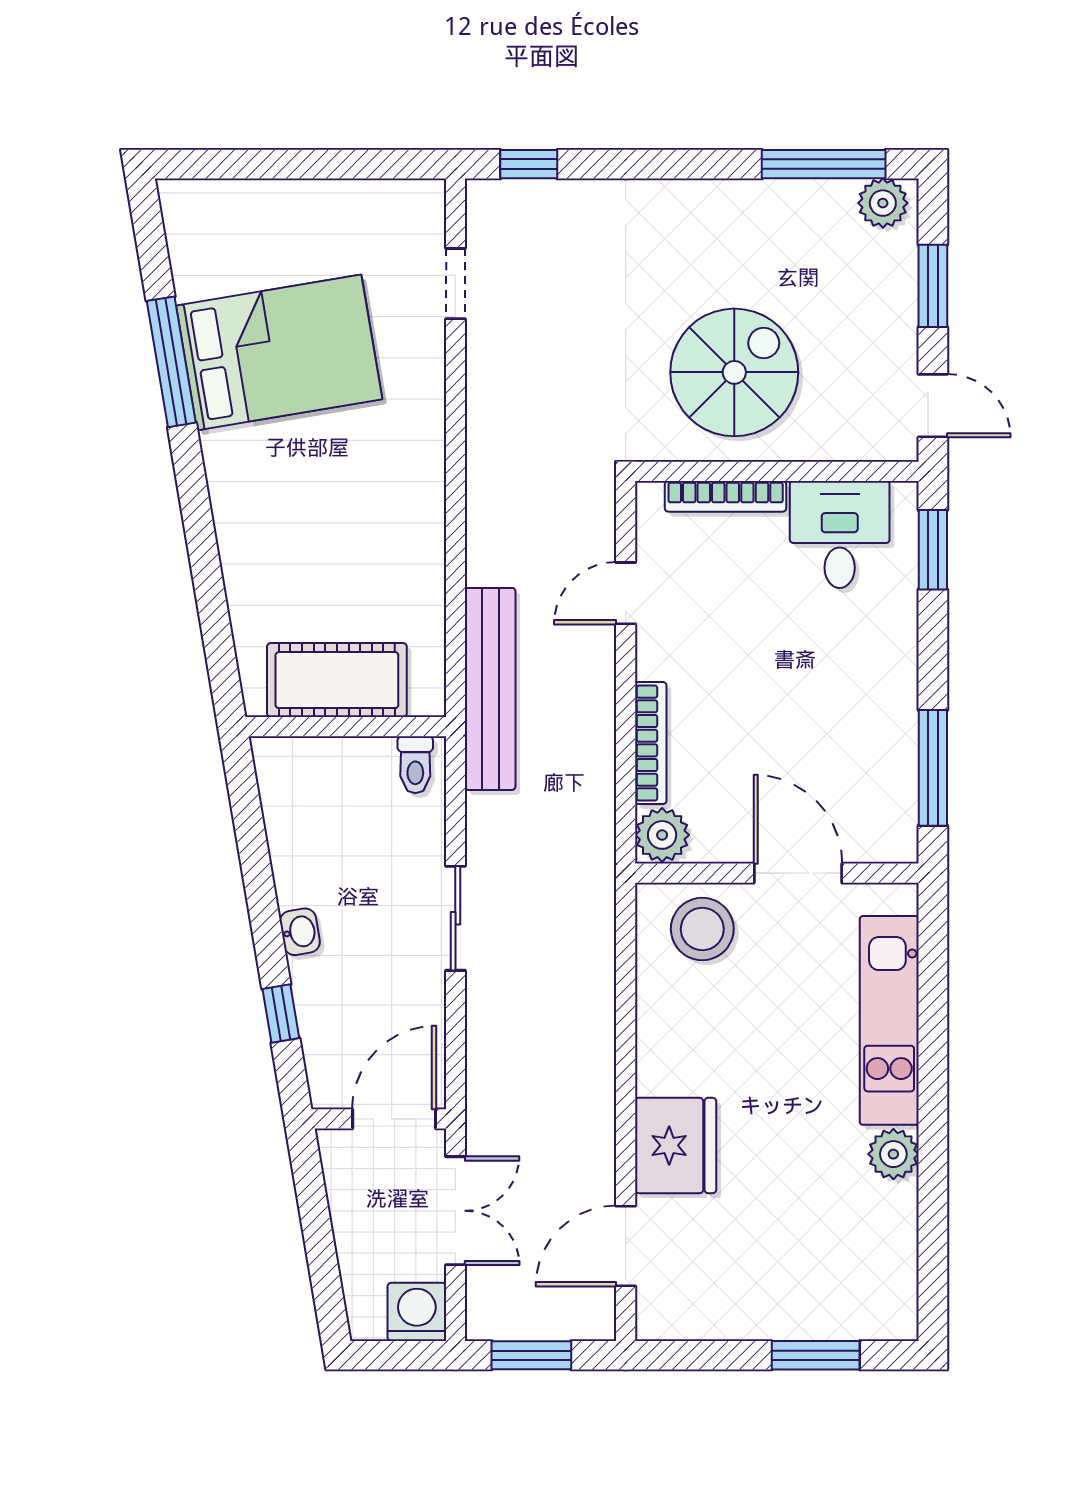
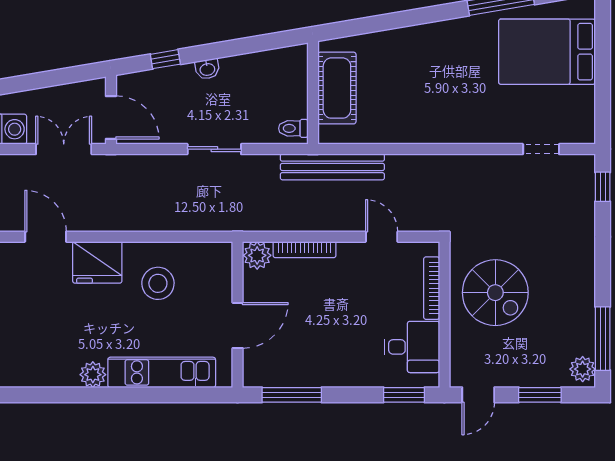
bed: (279, 352) -> (547, 52), moved, turned 100
stool: (702, 929) -> (158, 283), moved
double door: (455, 1211) -> (64, 149), swing flipped

